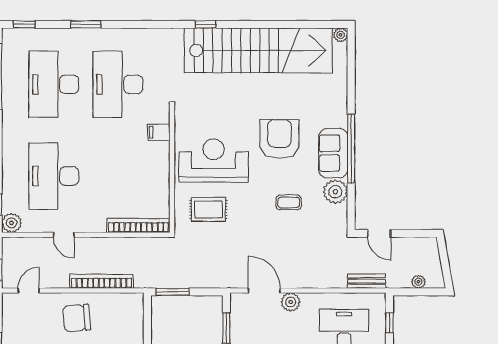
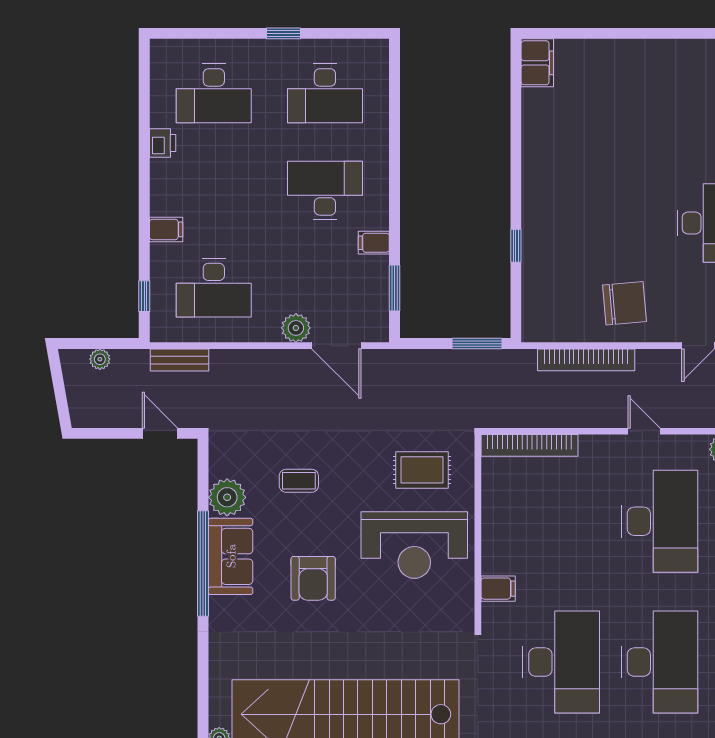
armchair: (279, 139) -> (313, 578), width x0.73, depth x0.73

